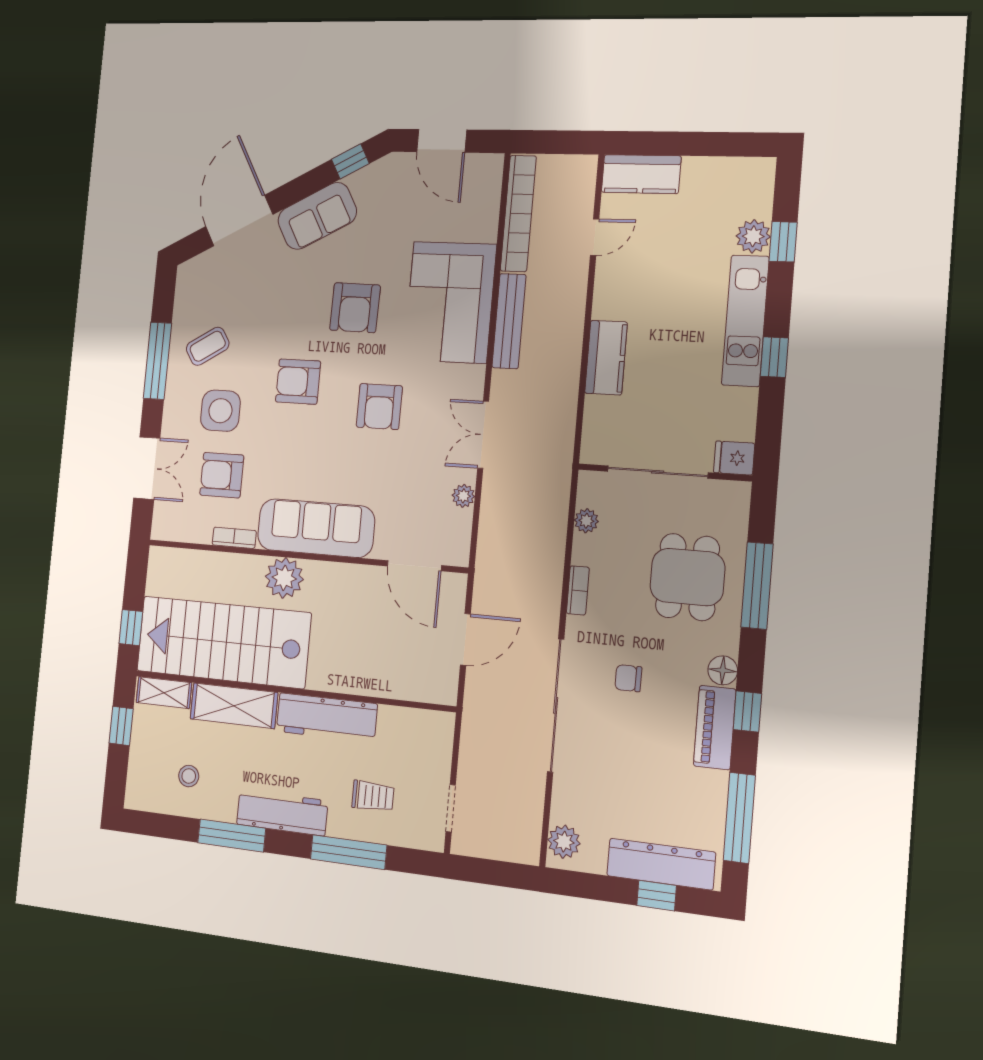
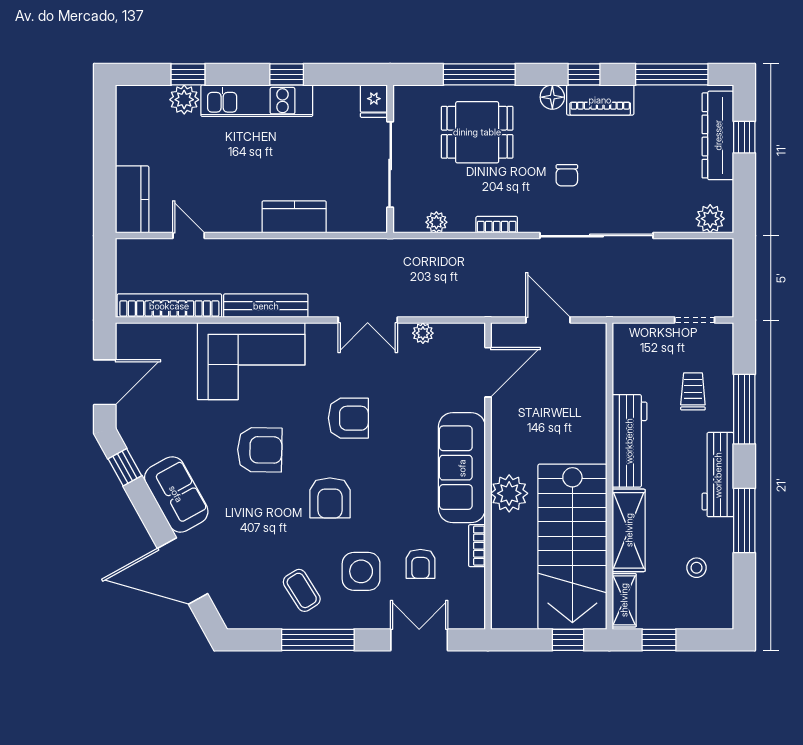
armchair: (222, 475) -> (420, 564), width x0.72, depth x0.72

